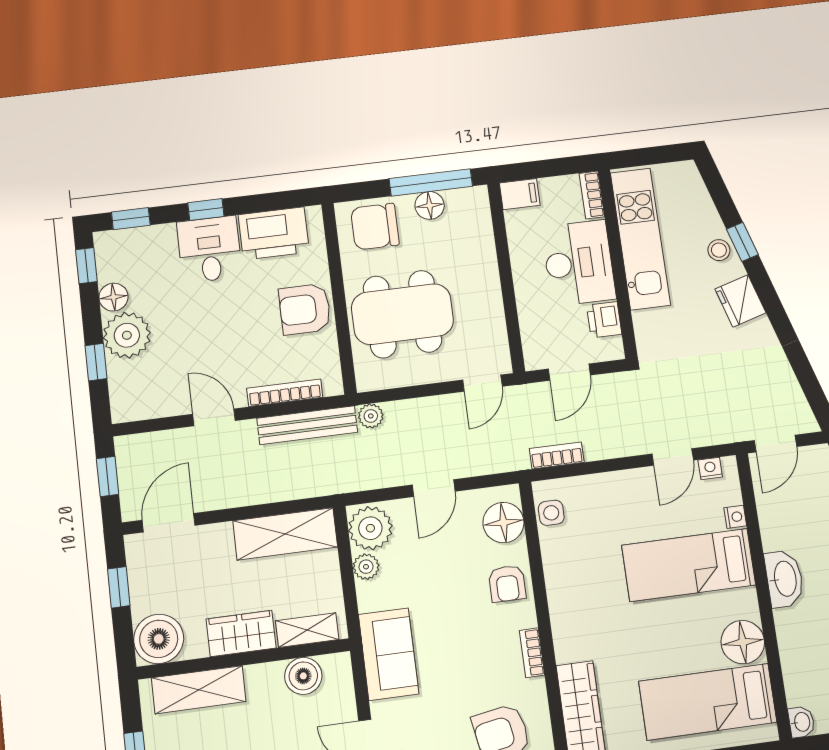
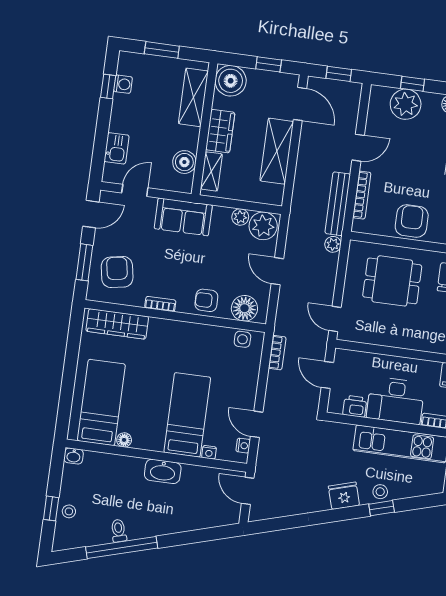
dining table: (402, 314) -> (392, 281), width x0.73
plant: (127, 335) -> (406, 104), moved
shelving: (285, 534) -> (277, 151), moved
floor lamp: (743, 642) -> (124, 440), width x0.53, depth x0.53

